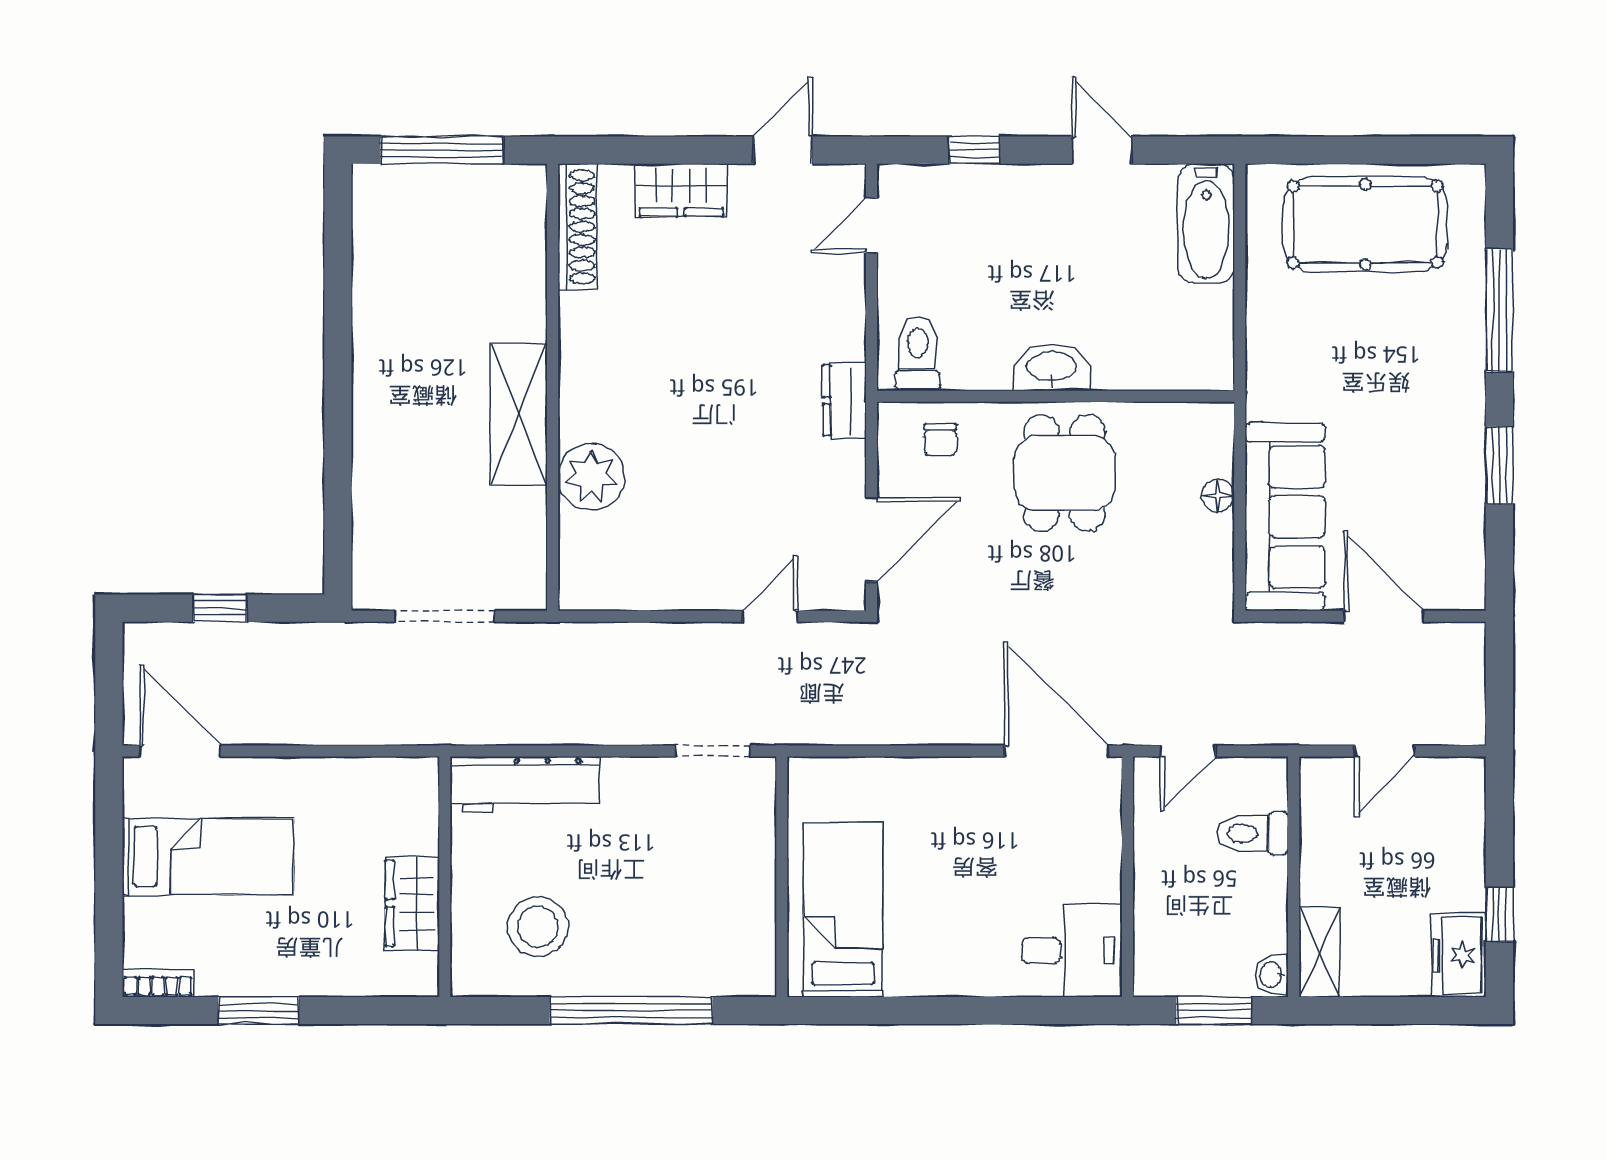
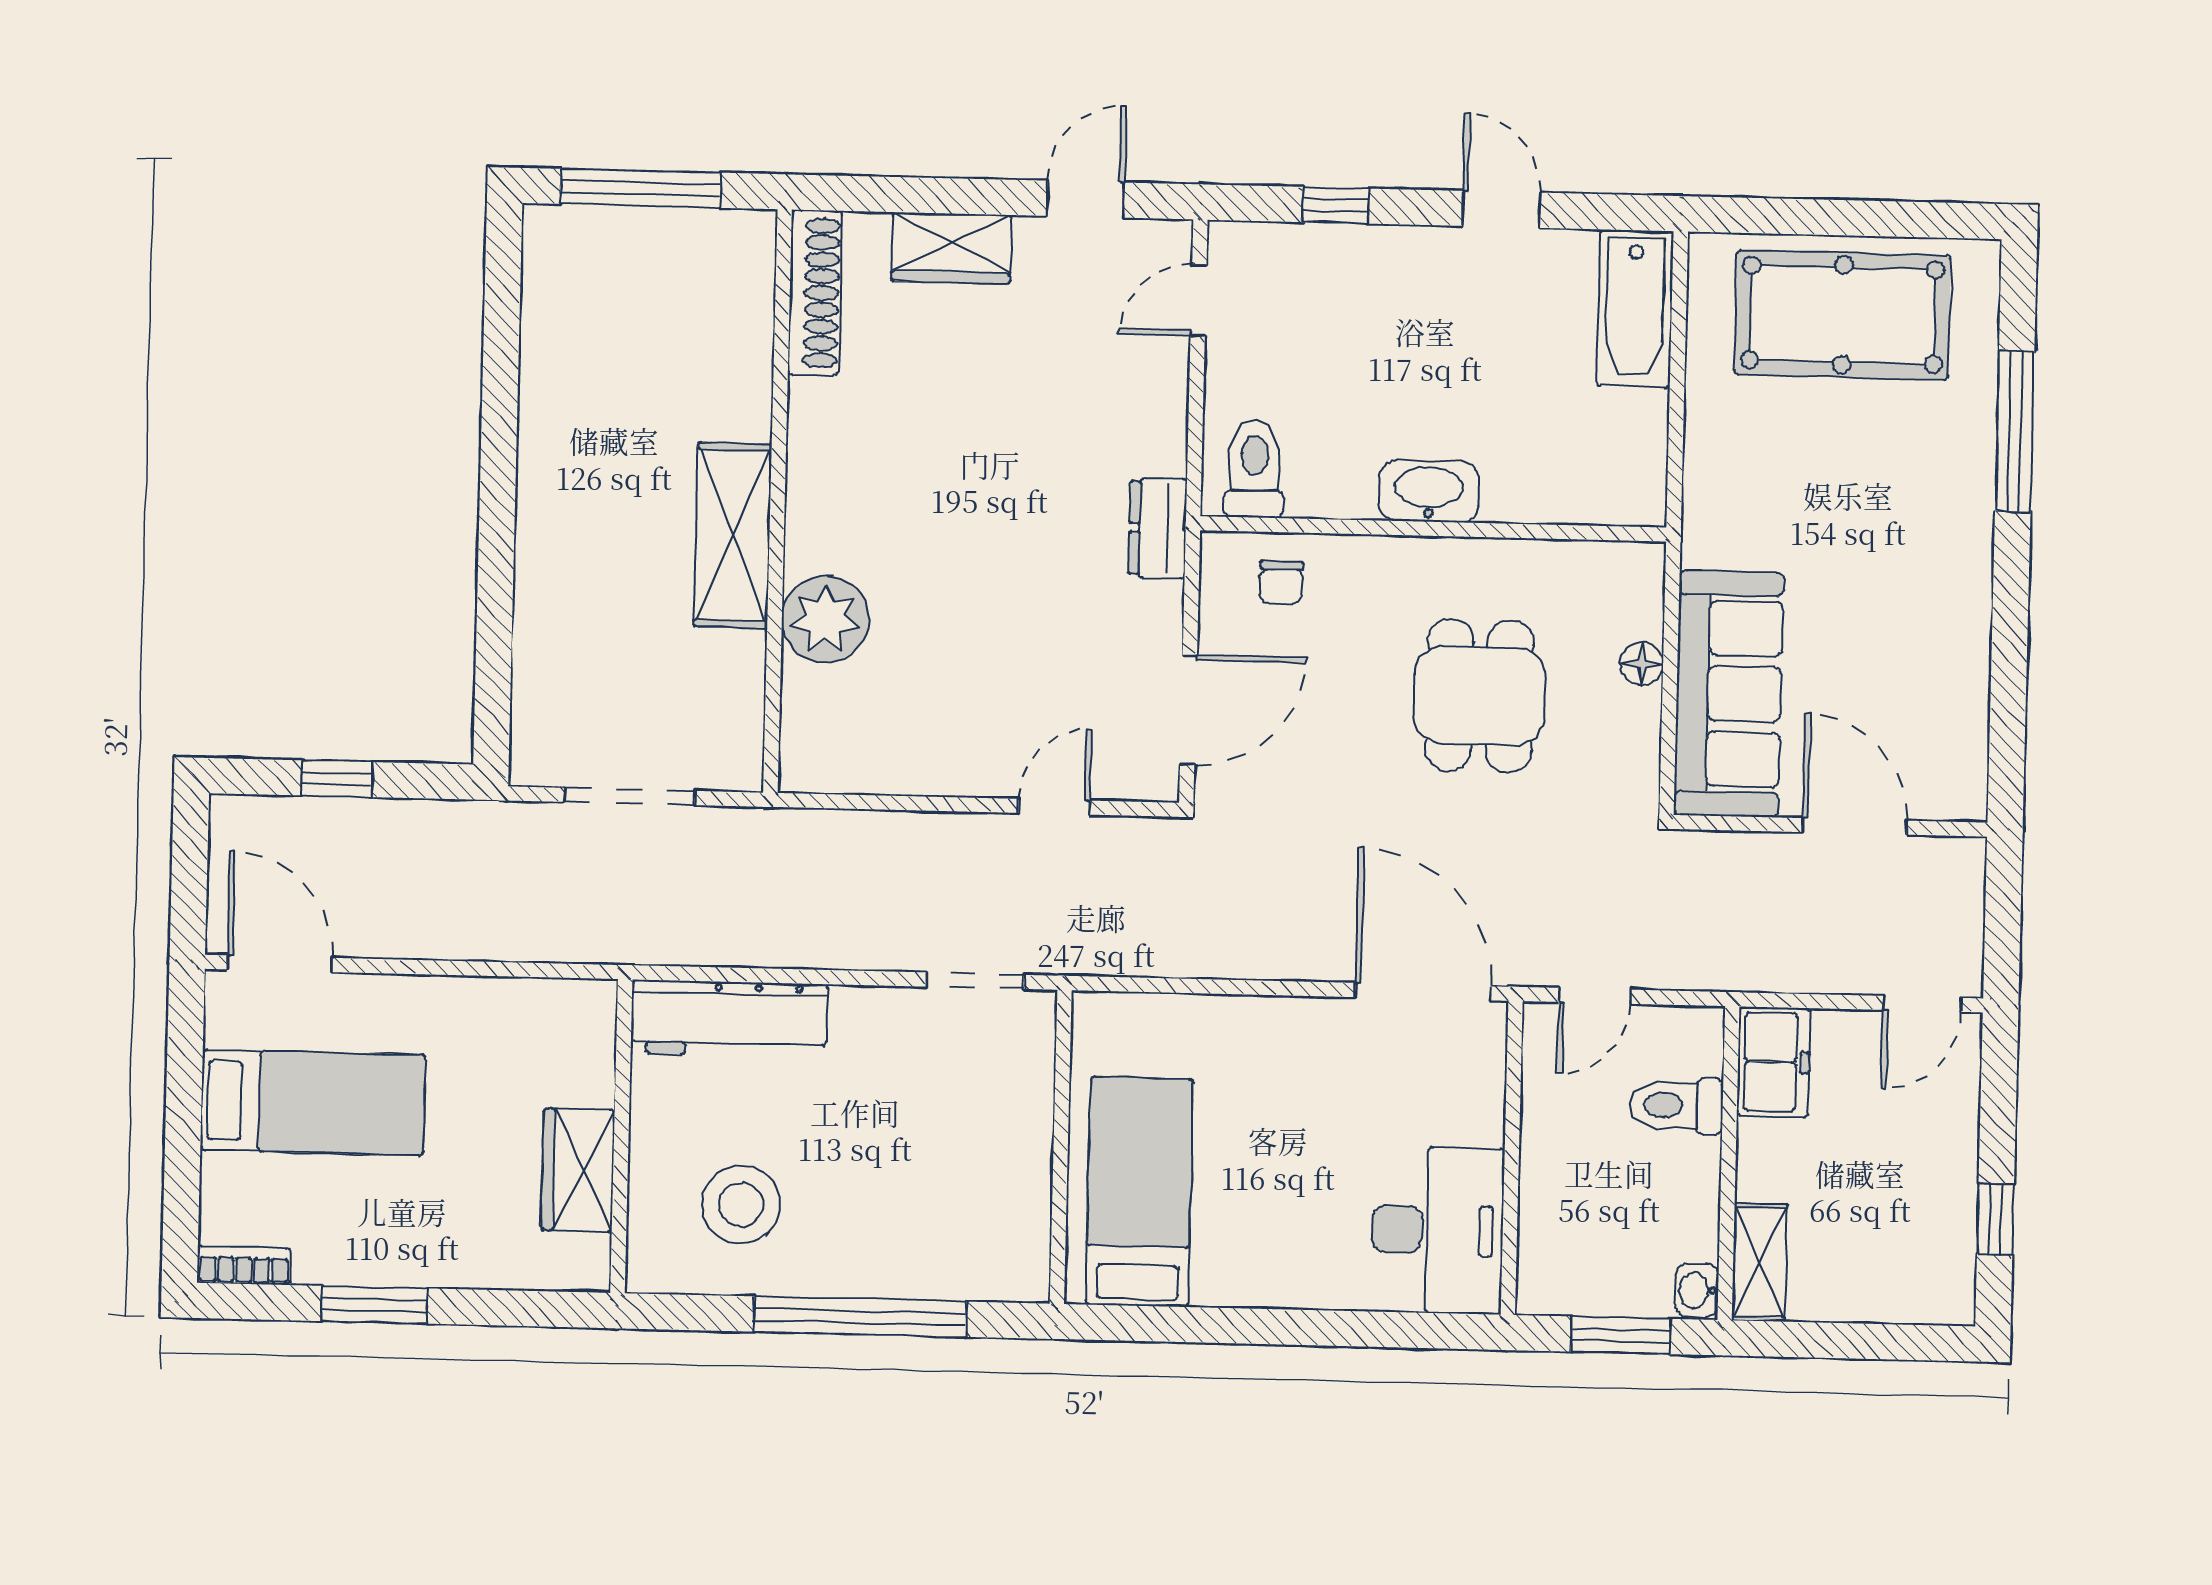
window: (1499, 465) -> (2010, 633), removed
dining table: (1064, 473) -> (1479, 696), moved
door: (1384, 751) -> (1922, 1004), moved
desk: (1072, 951) -> (1438, 1230), width x1.37
freezer: (1459, 955) -> (1773, 1062), moved, turned 180

